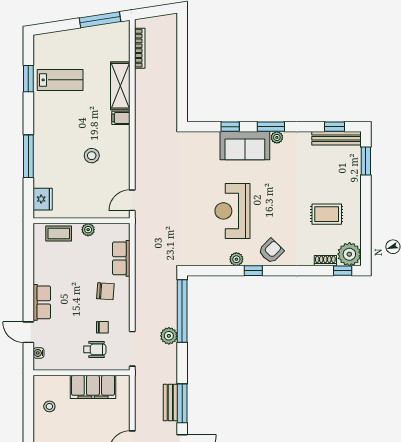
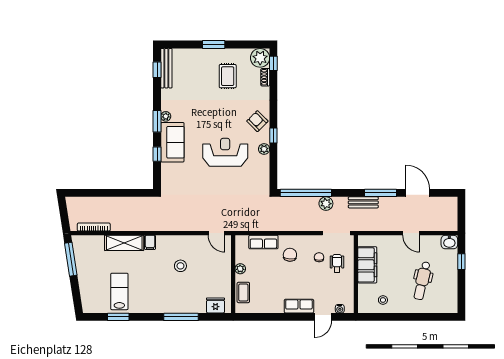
window: (366, 161) -> (214, 45), moved
reception desk: (232, 211) -> (225, 152), turned 180
bench: (170, 403) -> (363, 202), moved

